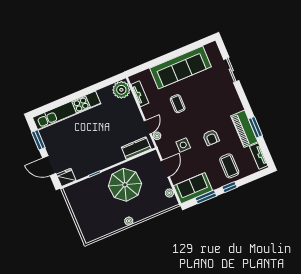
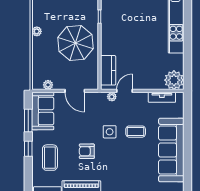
door: (148, 127) -> (124, 91), swing flipped
side table: (183, 145) -> (110, 132), moved
coffee table: (229, 166) -> (50, 158), turned 90

